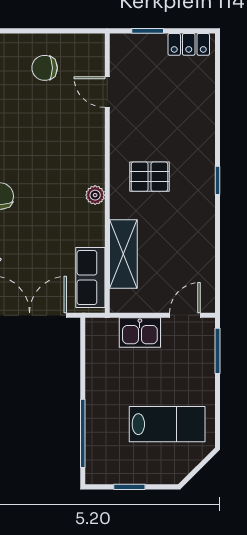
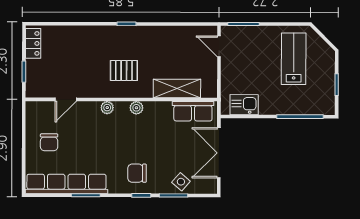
plant: (95, 152) -> (107, 108), added
pallet: (149, 177) -> (124, 71), turned 90
kitchen sink: (140, 333) -> (244, 105), moved, turned -90

